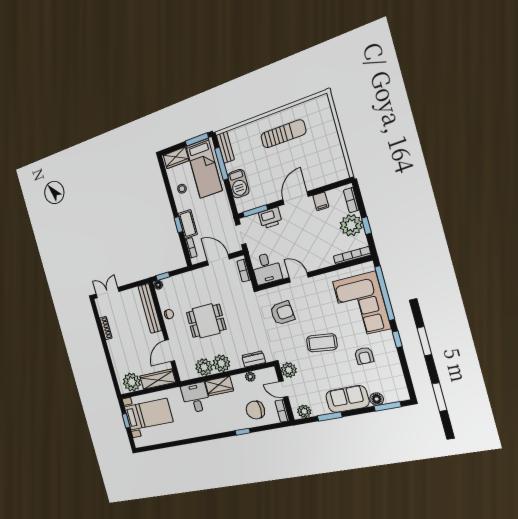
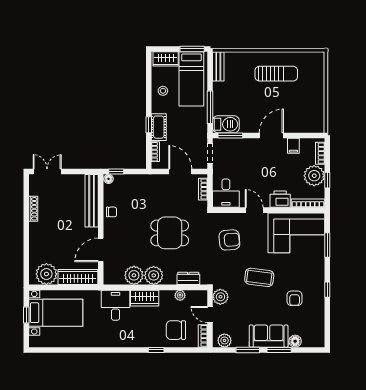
window: (221, 164) -> (210, 107), moved
barbecue: (238, 184) -> (226, 124), moved, turned -90
printer: (270, 218) -> (280, 199), moved, turned 180
window: (385, 293) -> (327, 245), width x0.47
corner sofa: (362, 305) -> (296, 233), moved, turned -90
dining table: (206, 321) -> (170, 233), moved
window: (388, 406) -> (279, 350), moved

